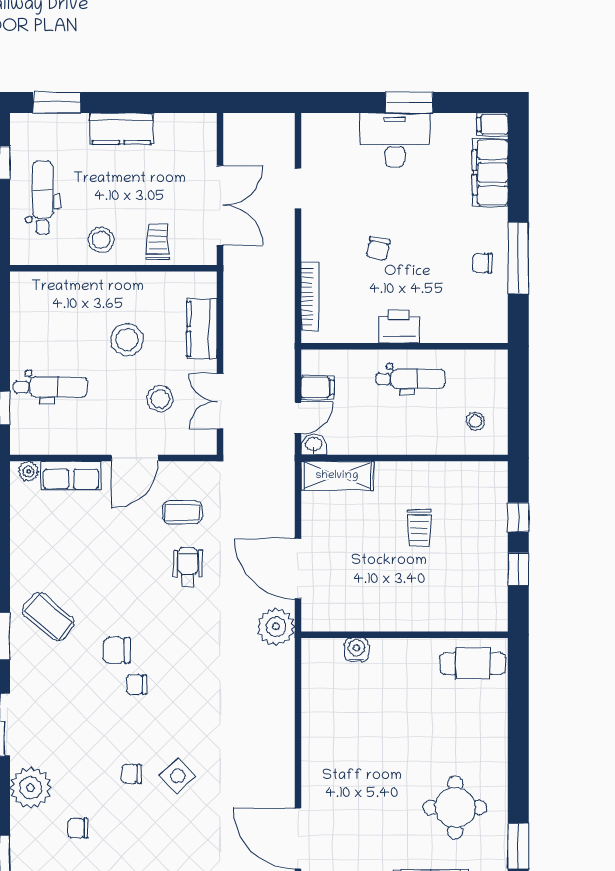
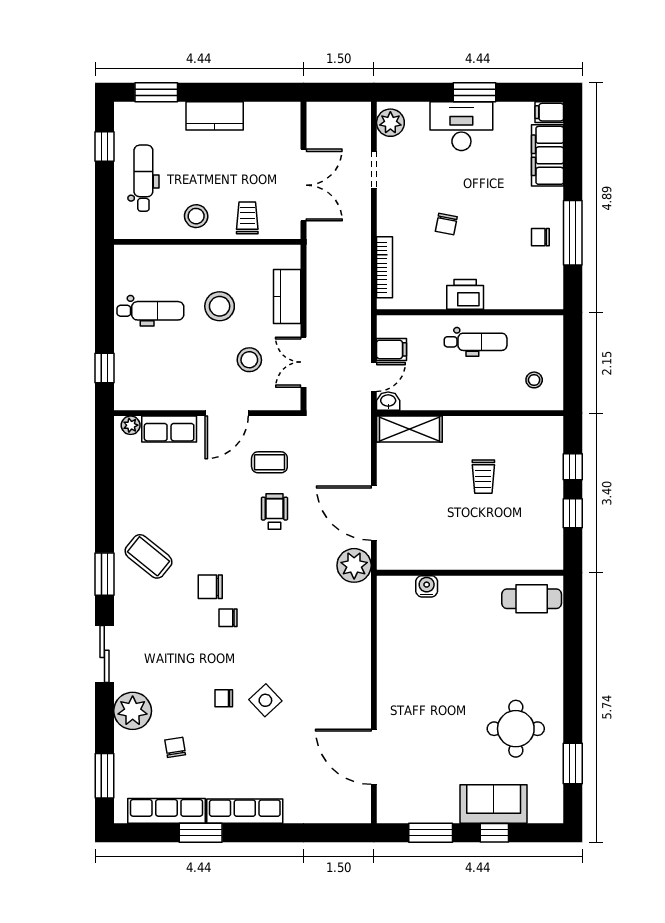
plant: (316, 136) -> (390, 123), added
dental chair: (51, 387) -> (150, 311), moved
chair: (78, 828) -> (175, 747), turned 81

